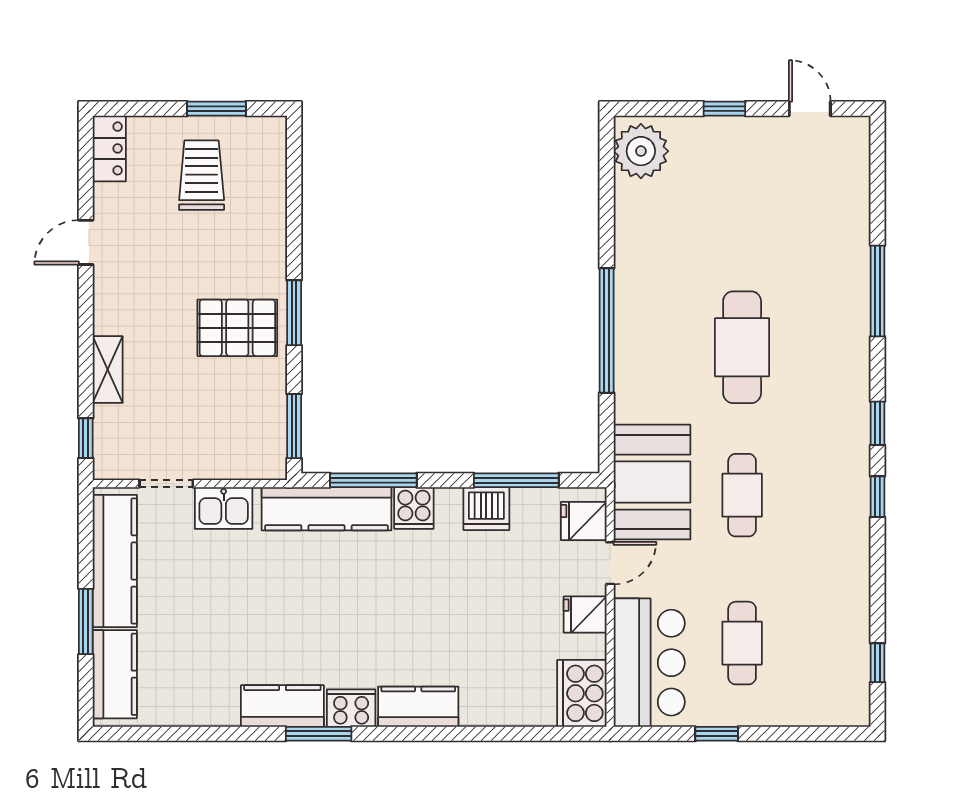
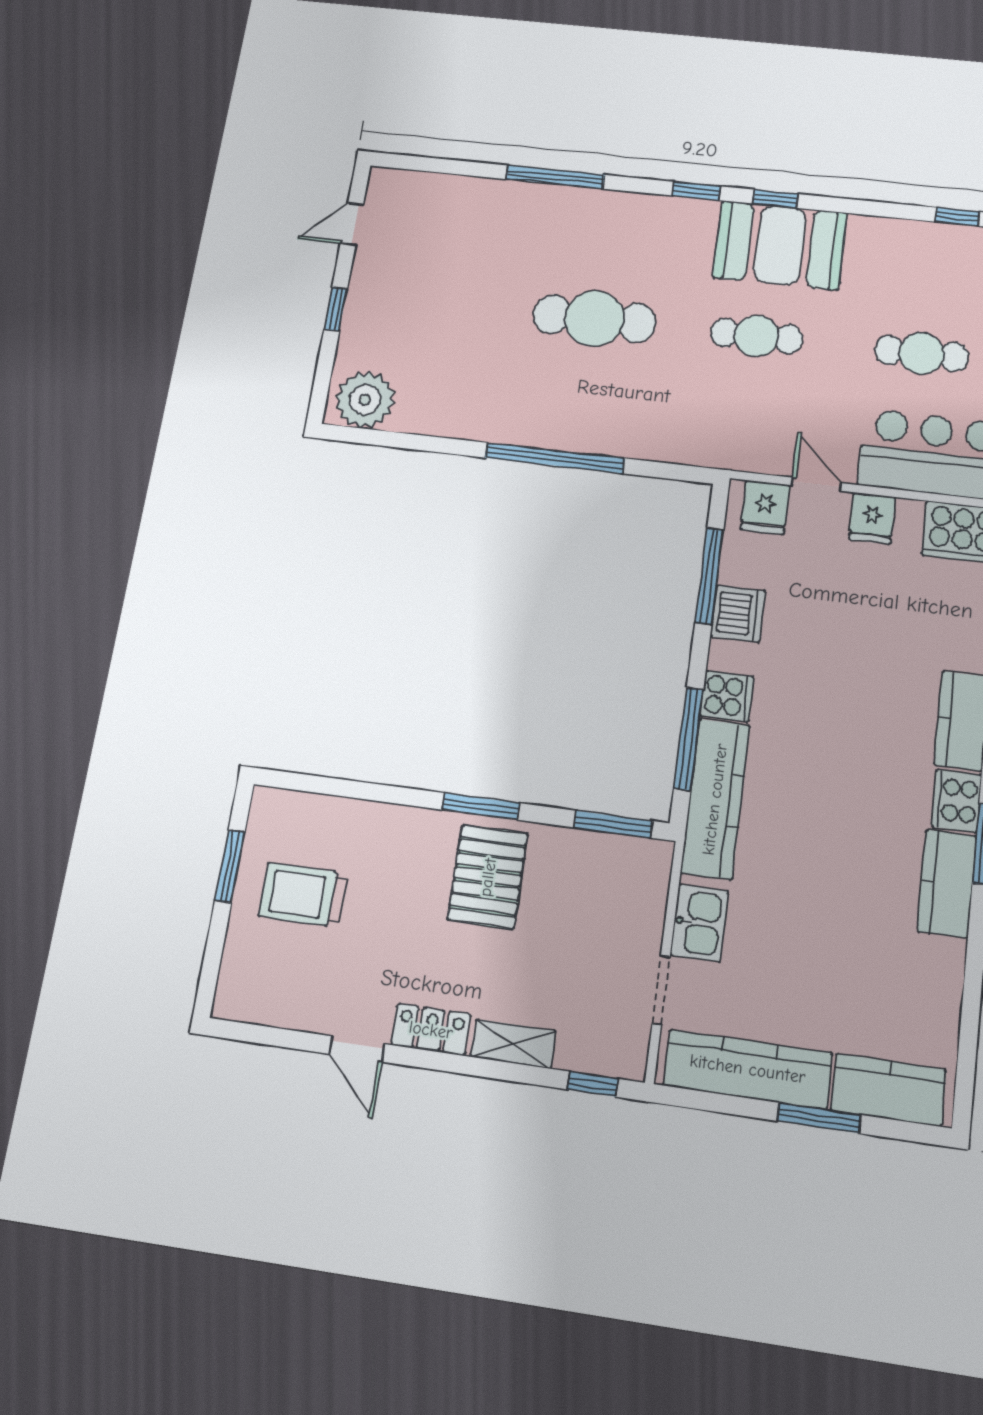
locker: (109, 148) -> (431, 1030), moved
booth: (652, 482) -> (780, 245), moved

